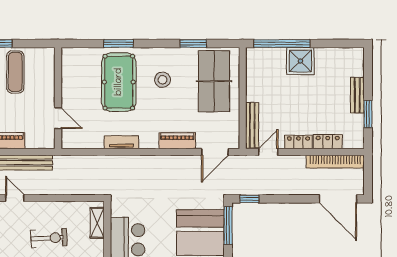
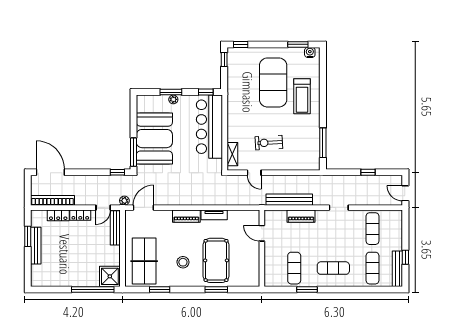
shower: (300, 61) -> (110, 276), moved
bench: (357, 95) -> (36, 246), width x1.36
piano: (177, 141) -> (186, 216), moved
plant: (240, 161) -> (124, 201), added
door: (15, 198) -> (254, 173), moved

